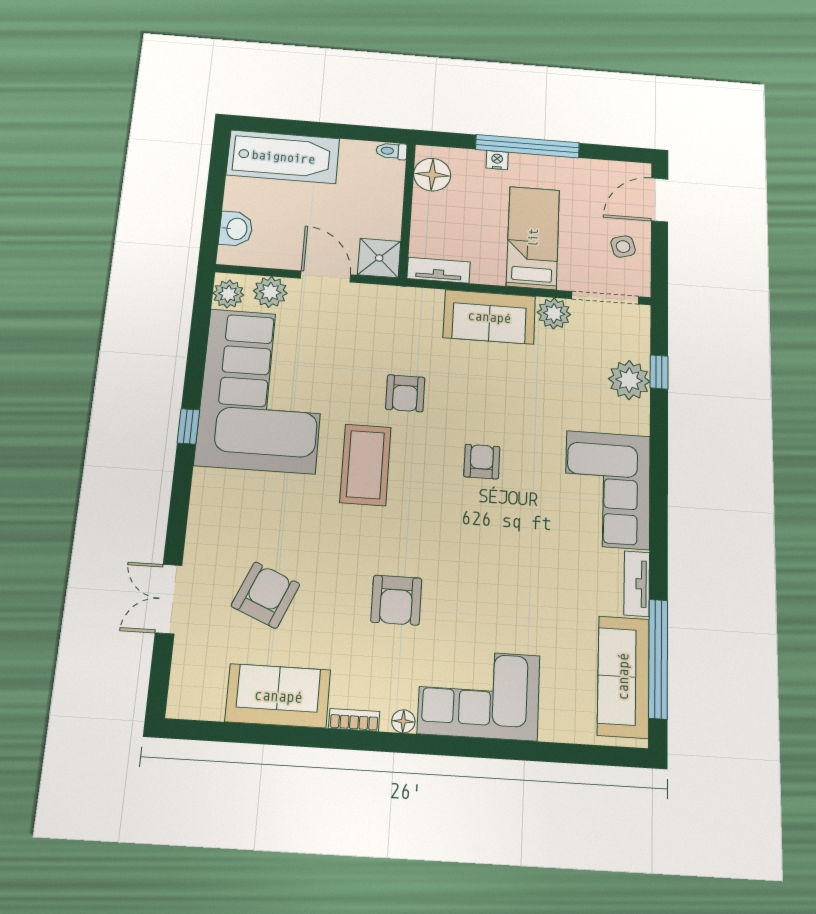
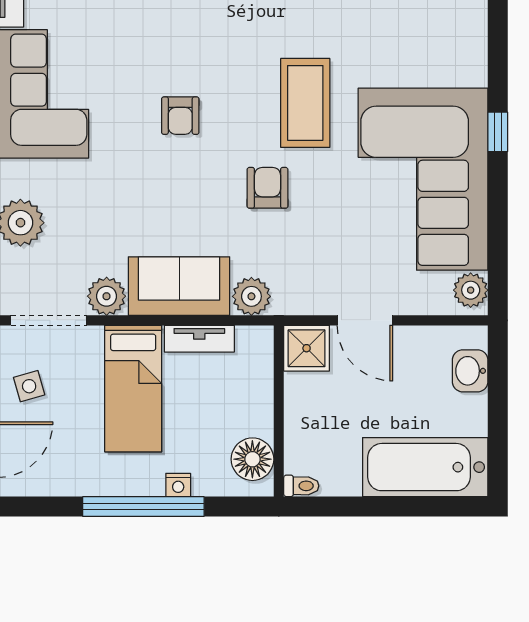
tv unit: (439, 270) -> (199, 339), moved
plant: (270, 292) -> (251, 296), moved

